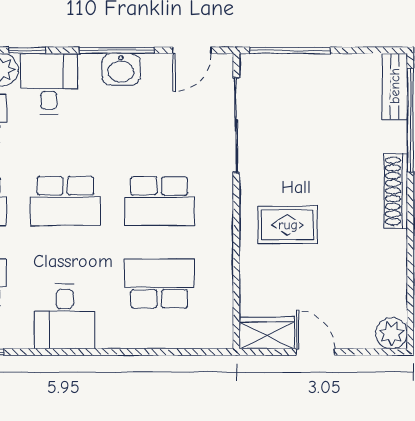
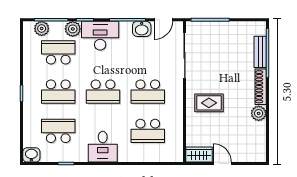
washbasin: (121, 69) -> (142, 29), moved
desk: (49, 84) -> (100, 36), width x1.37
bench: (395, 86) -> (260, 52), moved
school desk: (159, 284) -> (148, 131), turned 180
plant: (392, 333) -> (259, 113), moved

